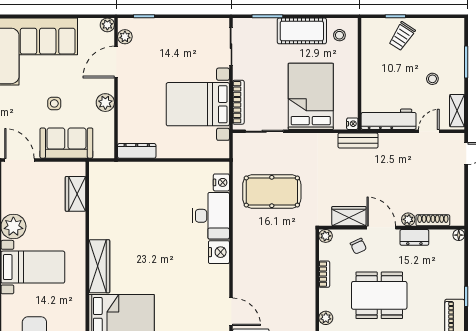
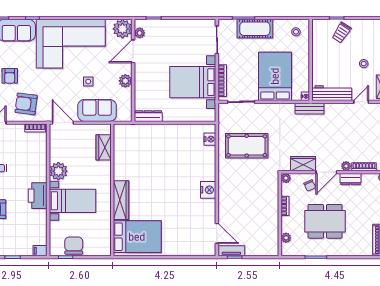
plant: (107, 25) -> (122, 29), width x1.88, depth x1.88
cot: (302, 31) -> (255, 29), moved
desk: (211, 216) -> (202, 163), removed
door: (381, 228) -> (326, 172), swing flipped

